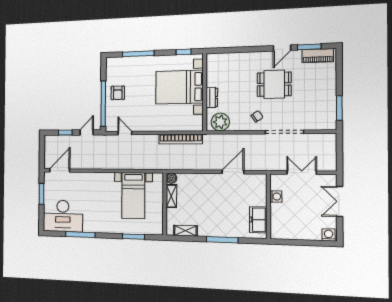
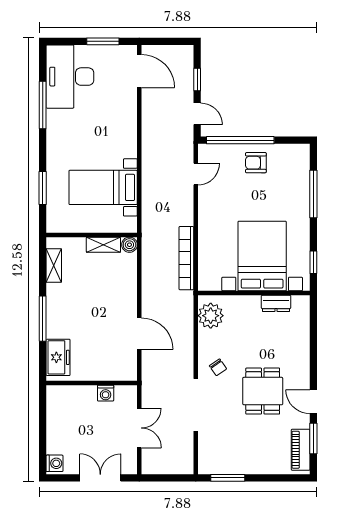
dresser: (212, 97) -> (276, 303), moved
freezer: (258, 220) -> (58, 357), moved, turned 90

